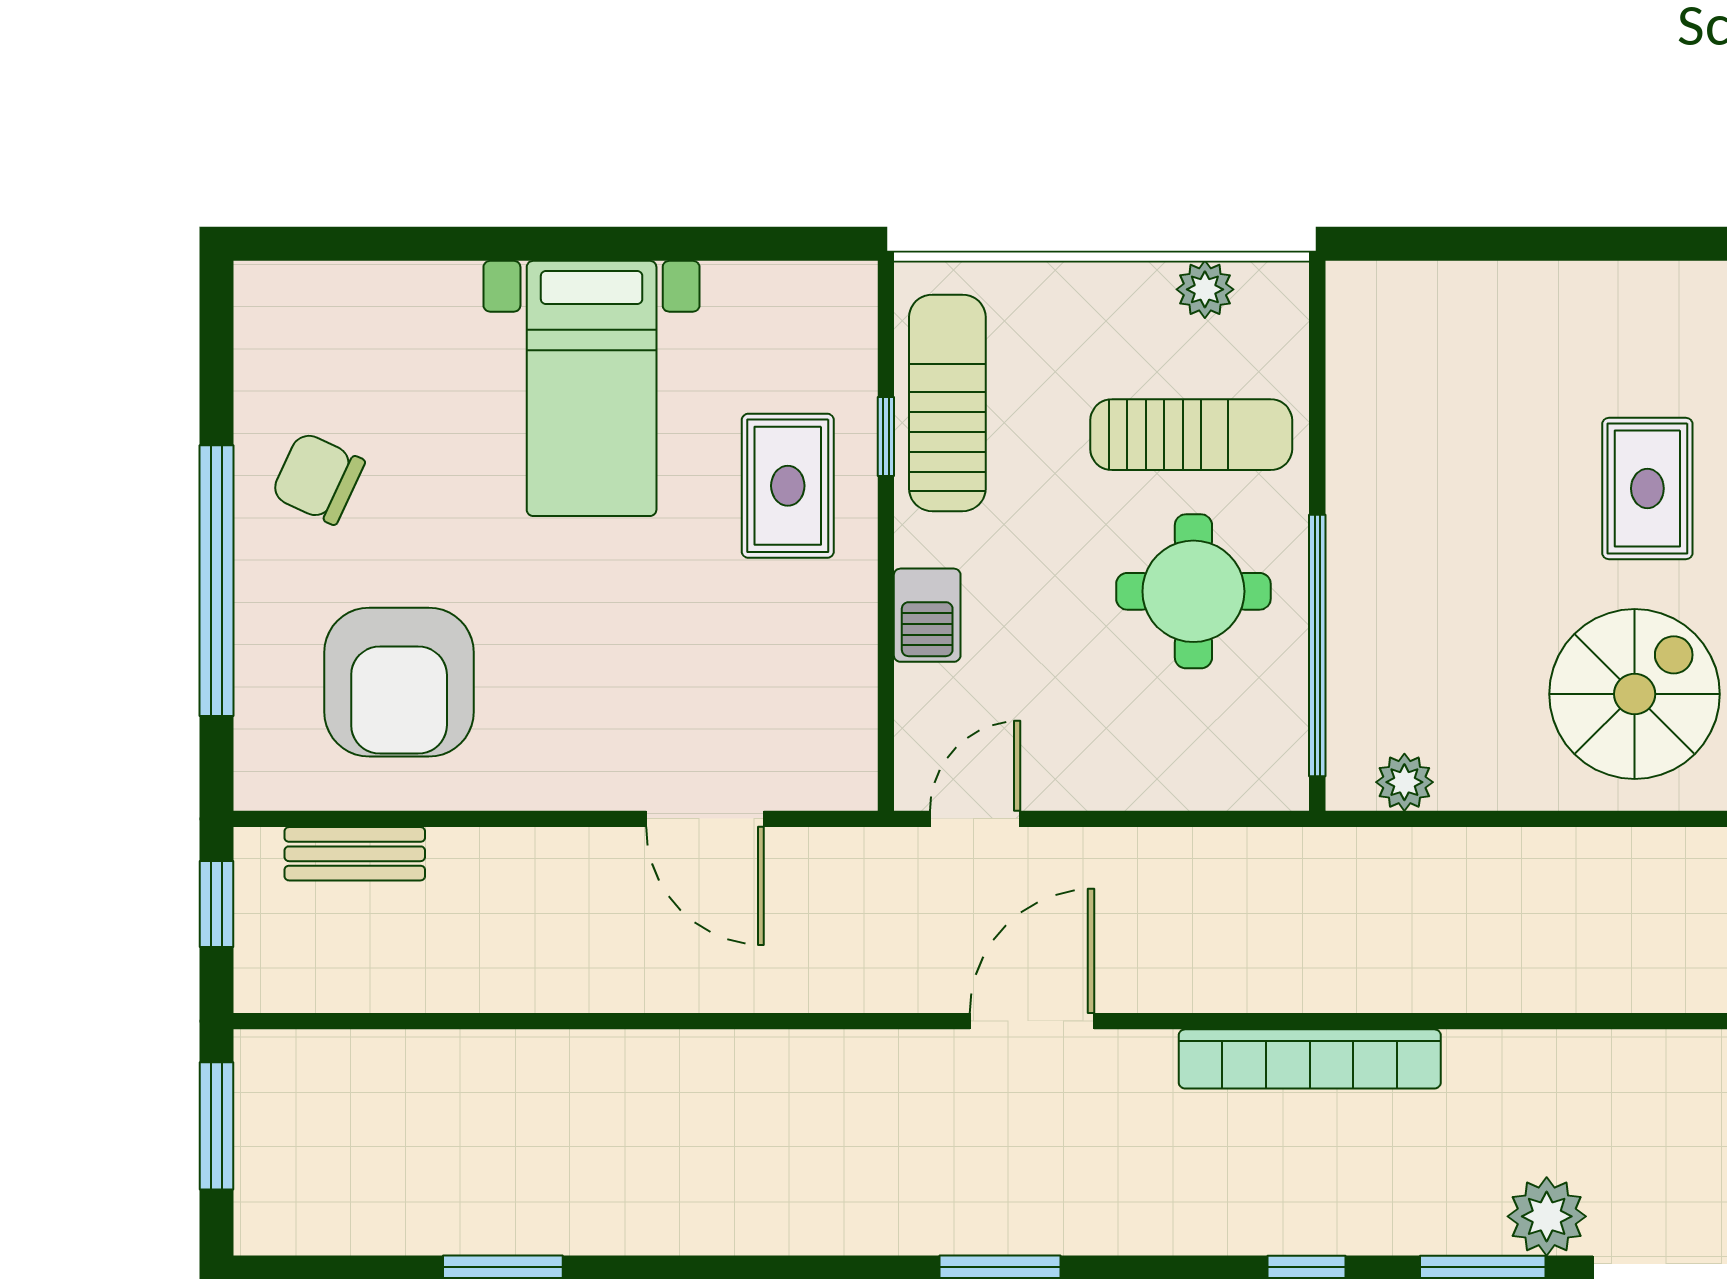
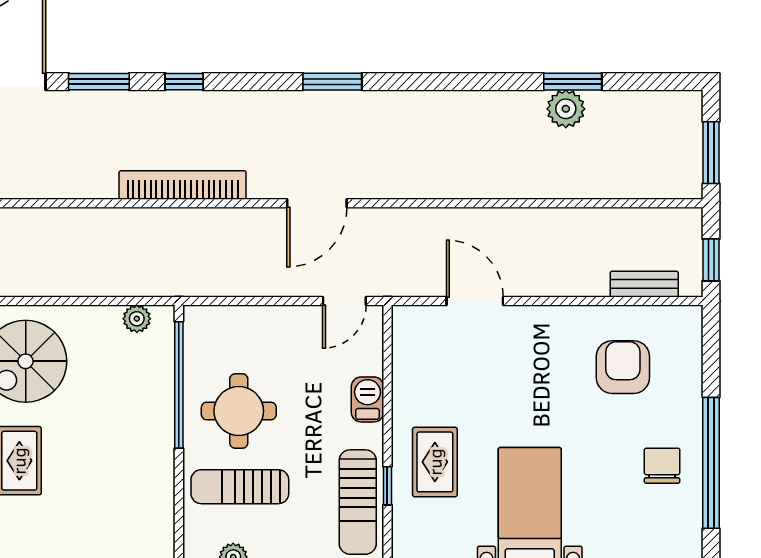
chair: (318, 478) -> (662, 466), turned -115
window: (217, 581) -> (711, 463), moved
armchair: (399, 682) -> (623, 367), width x0.73, depth x0.73
plant: (1547, 1216) -> (566, 109), moved

